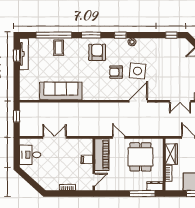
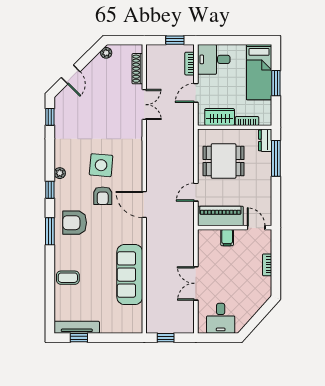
window: (54, 35) -> (50, 284), removed
door: (138, 101) -> (144, 204), moved

